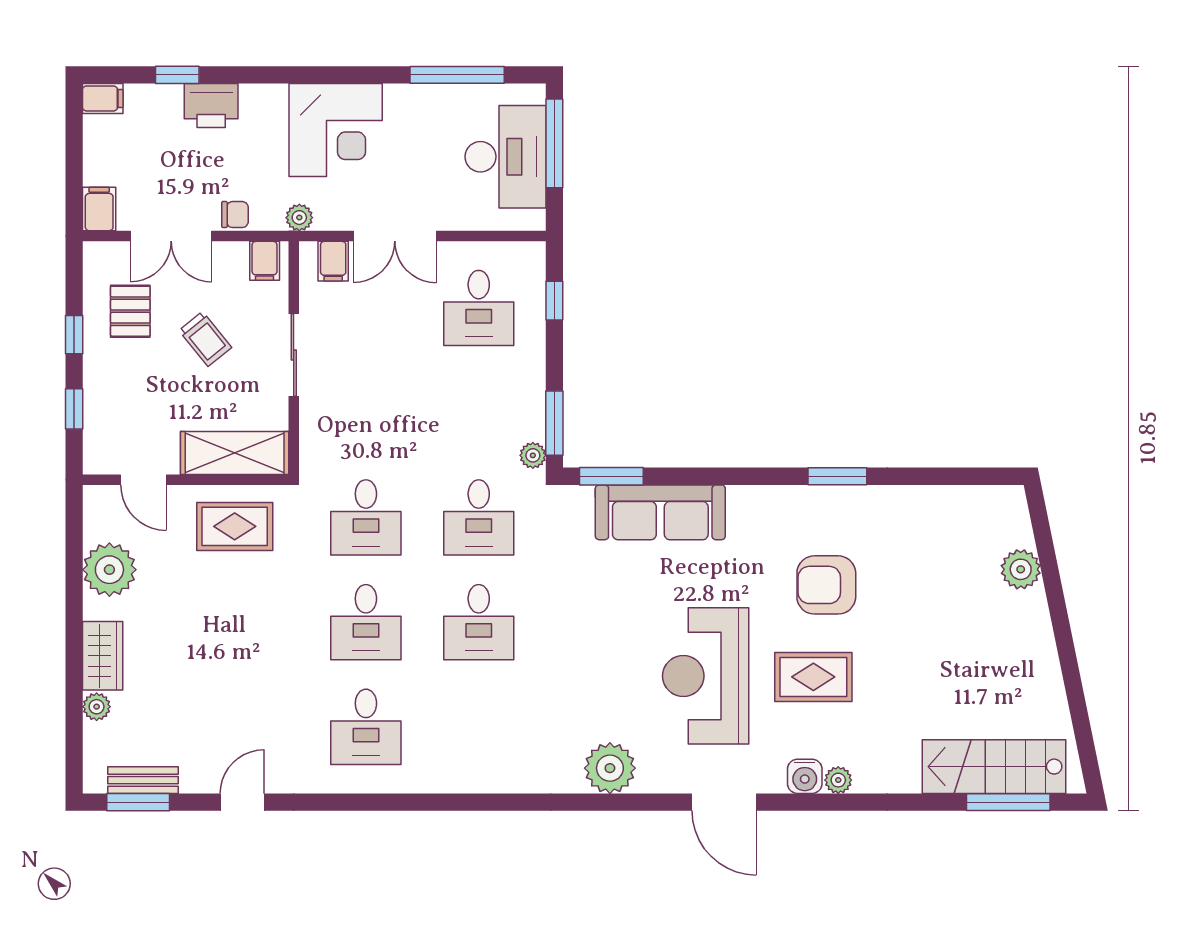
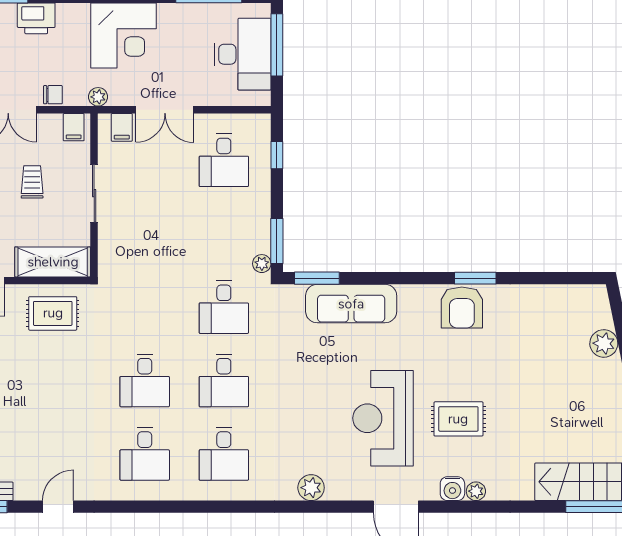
trolley: (205, 339) -> (32, 182), turned -141
desk: (366, 517) -> (224, 454), moved
armchair: (826, 585) -> (462, 307), moved, turned -90
plant: (610, 768) -> (311, 488), width x0.73, depth x0.73

